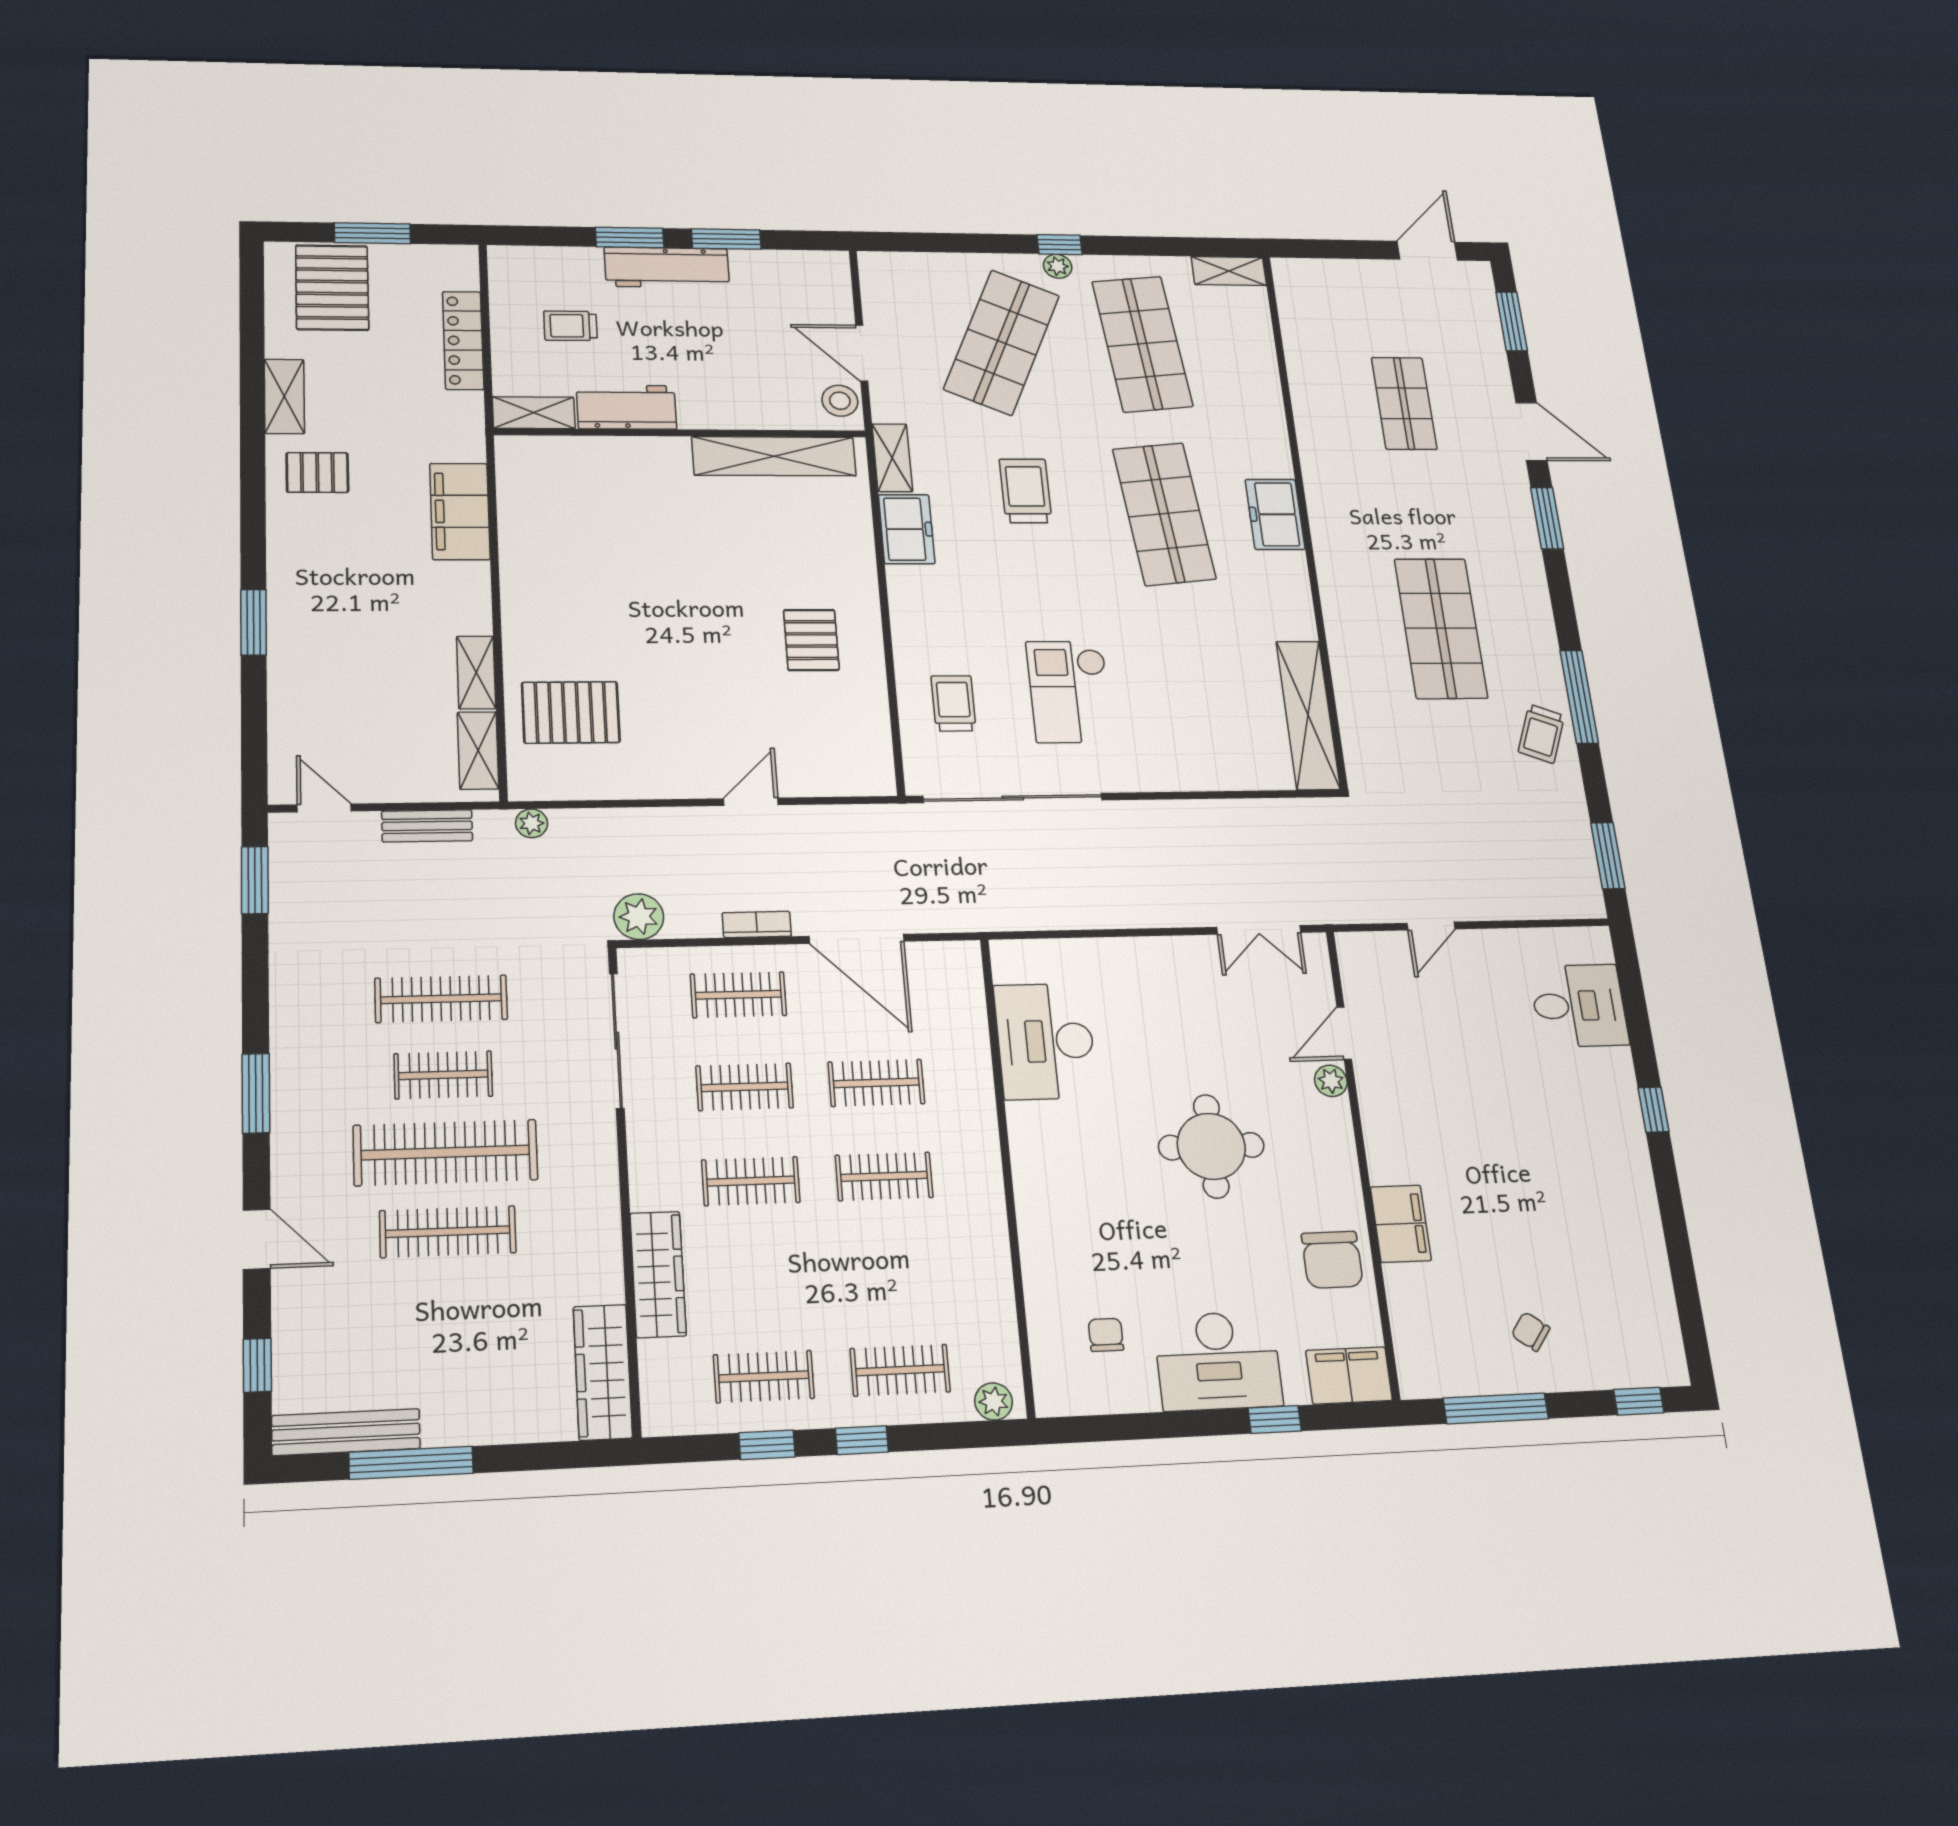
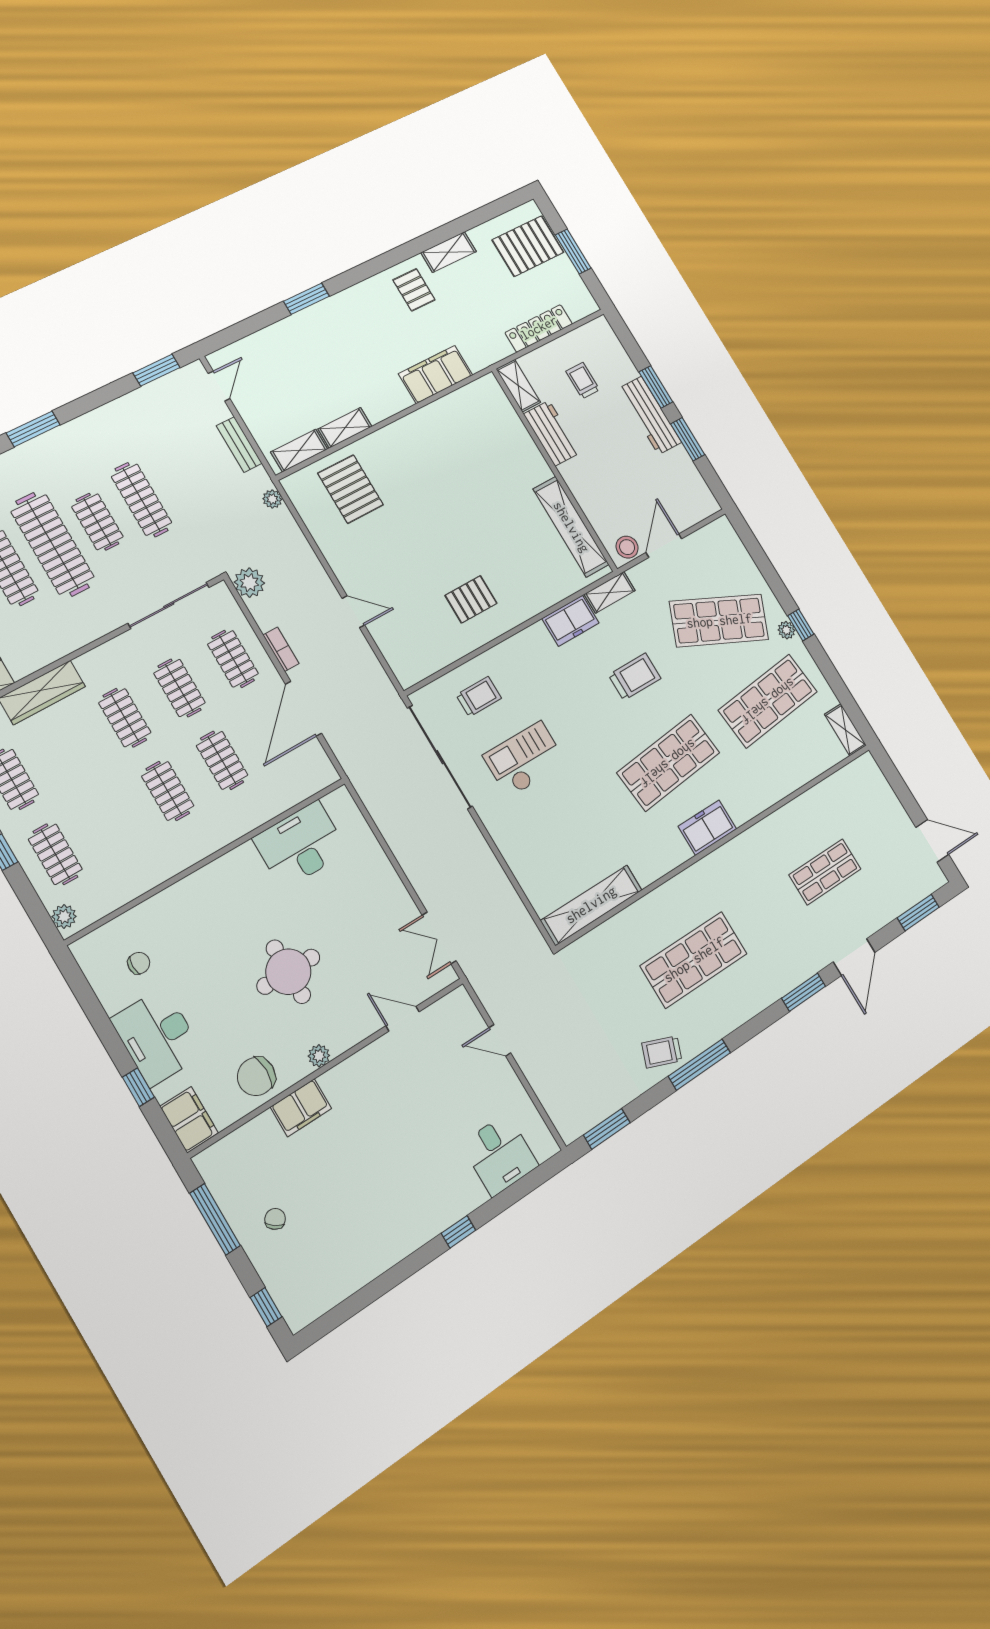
plant: (1331, 1081) -> (319, 1056), moved

